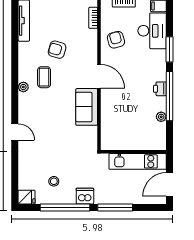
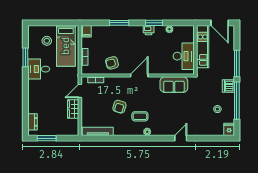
desk: (152, 31) -> (184, 56), moved, turned 90
window: (170, 96) -> (154, 23), width x0.47
sofa: (87, 107) -> (174, 85), moved

